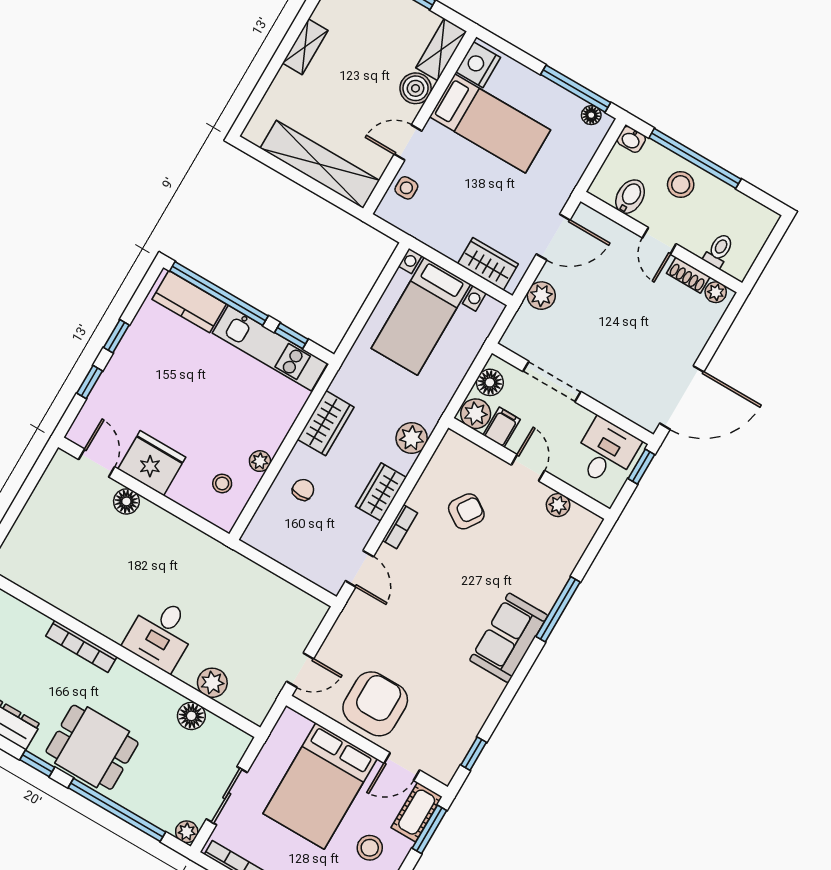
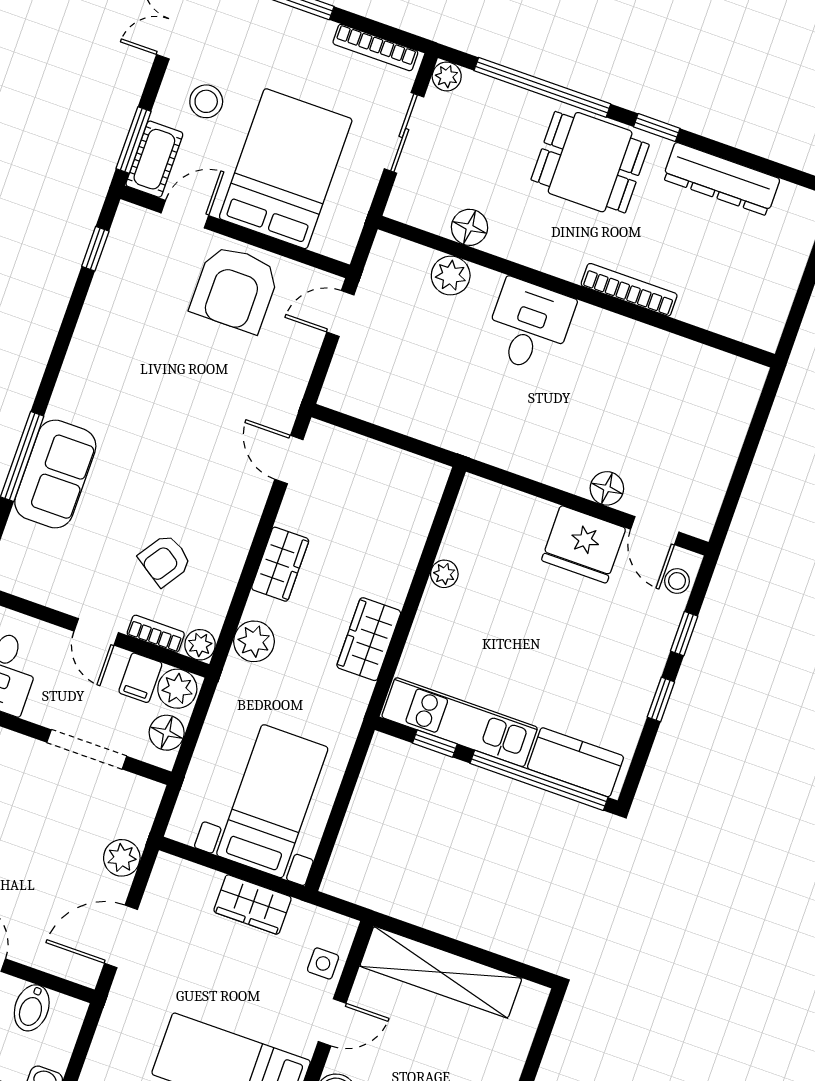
wardrobe: (488, 264) -> (253, 904), moved
stool: (222, 483) -> (677, 581), moved
chair: (303, 490) -> (381, 547), removed
plant: (558, 505) -> (200, 645), moved
bookcase: (400, 527) -> (156, 634), moved, turned 90
sofa: (509, 638) -> (55, 474), moved

